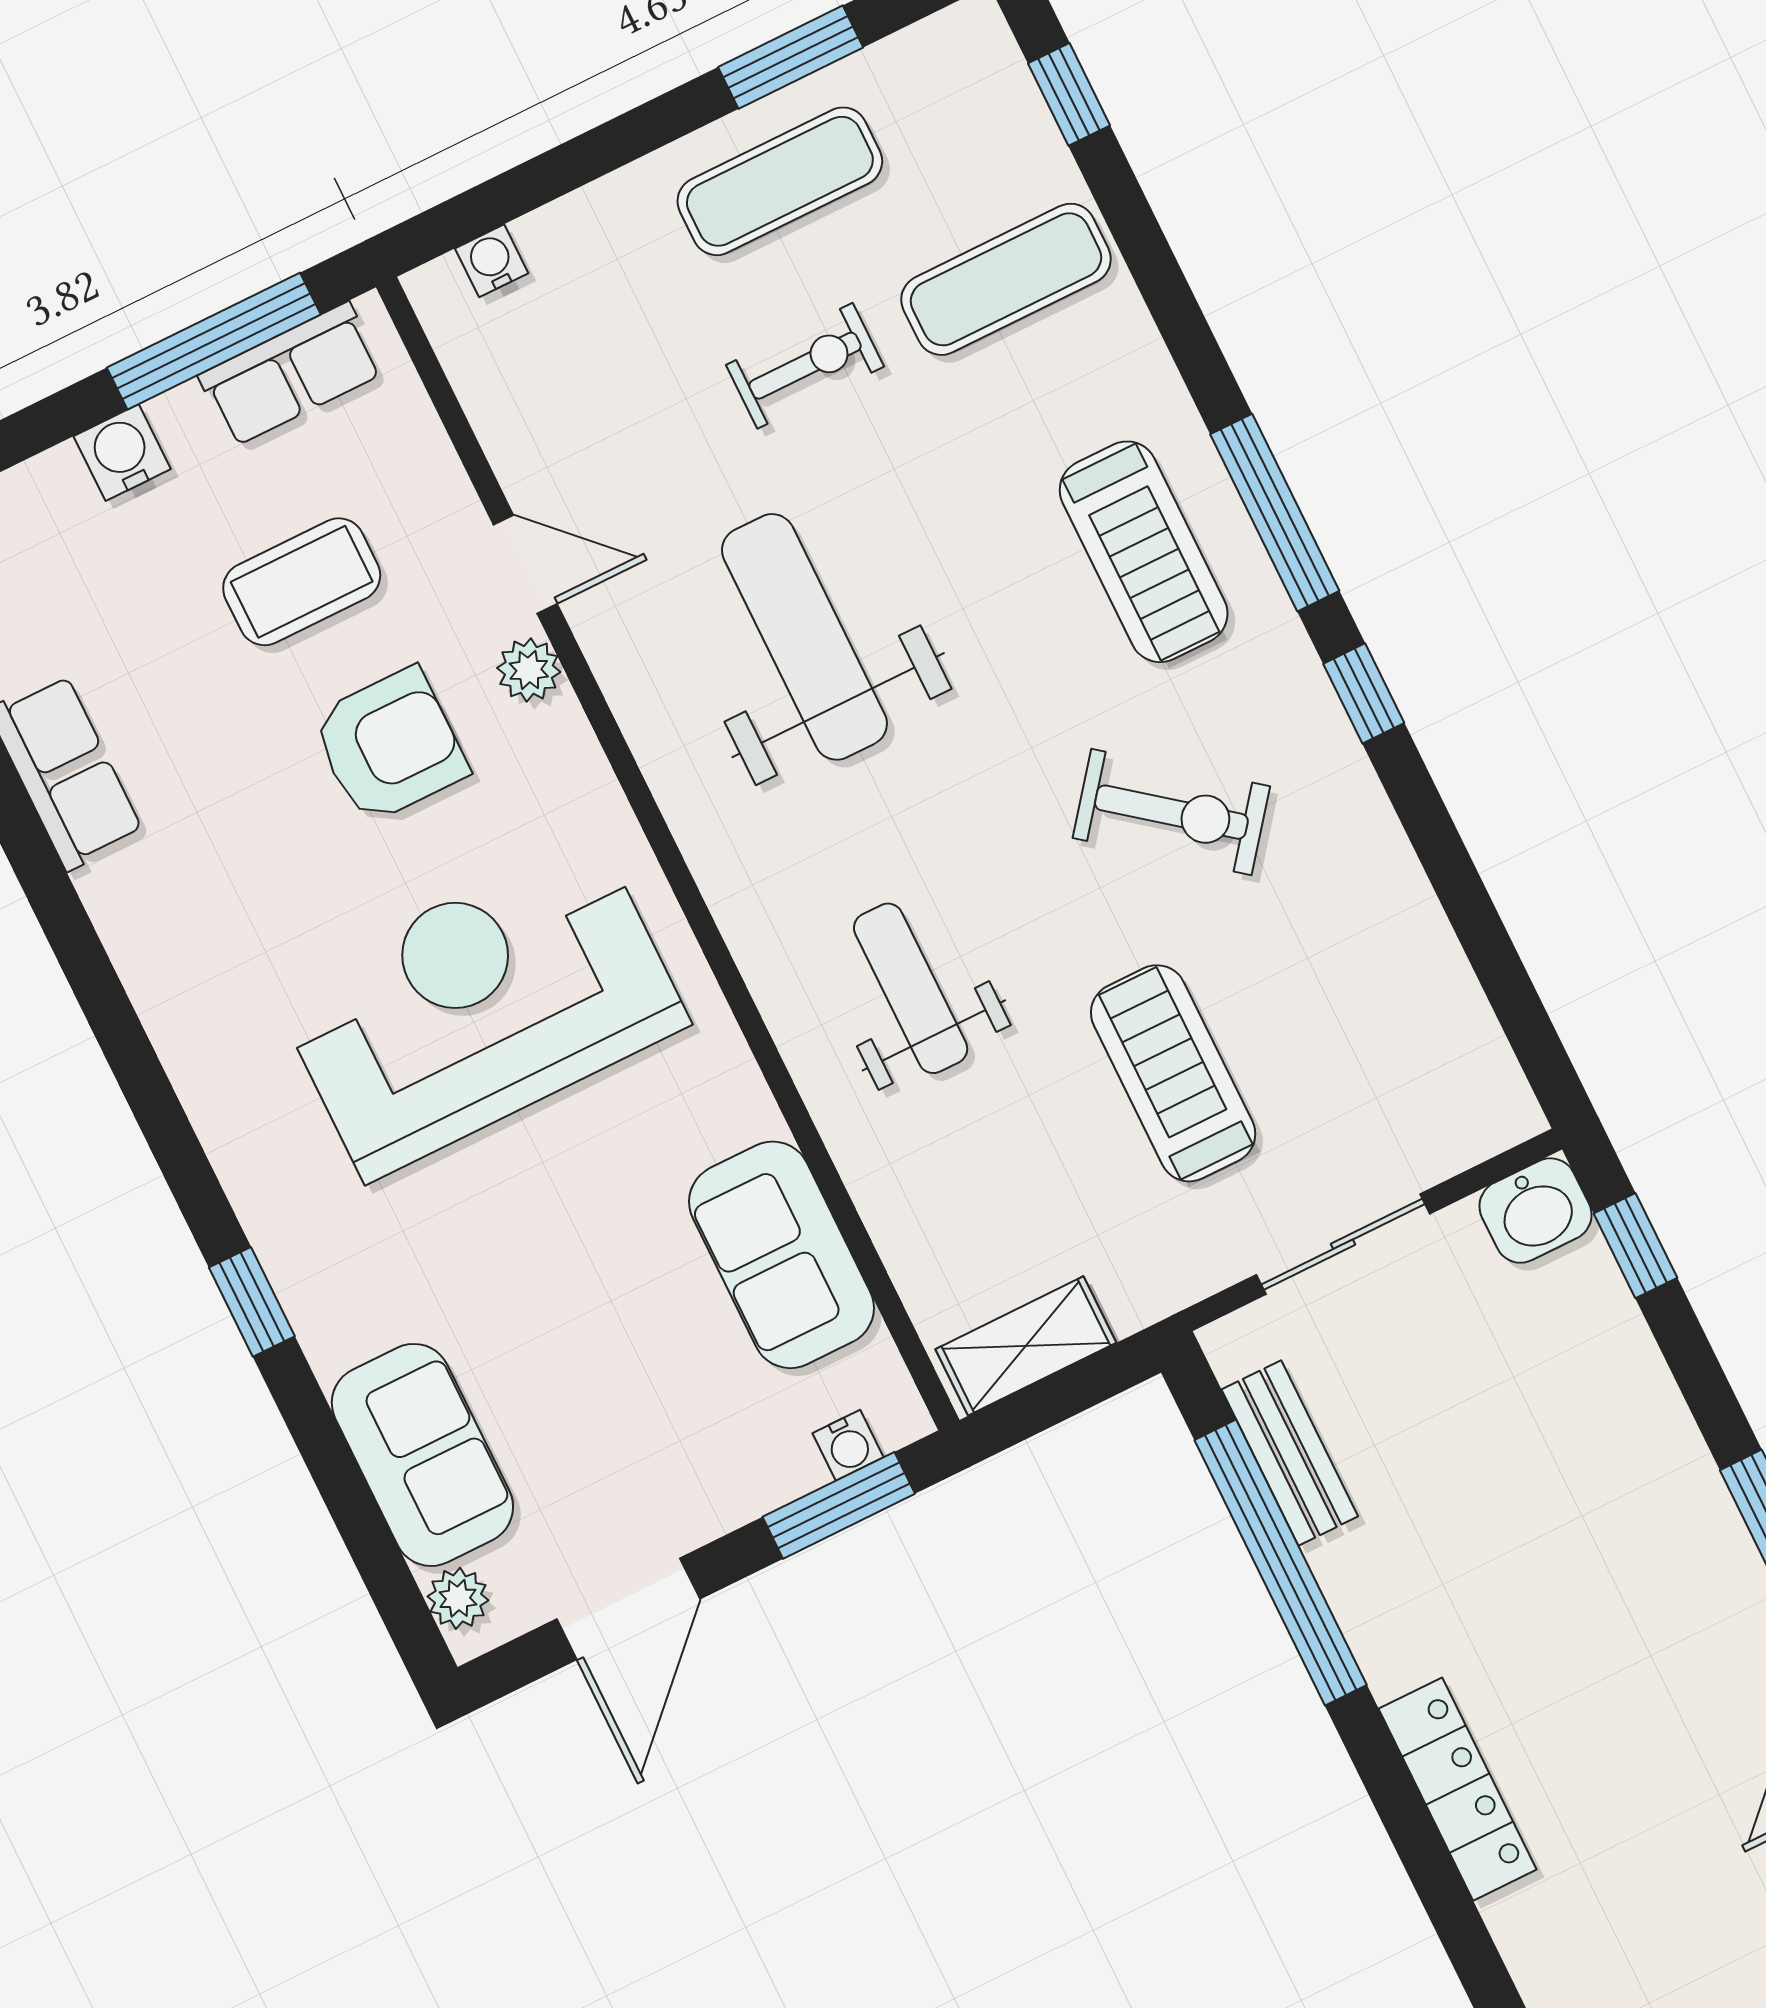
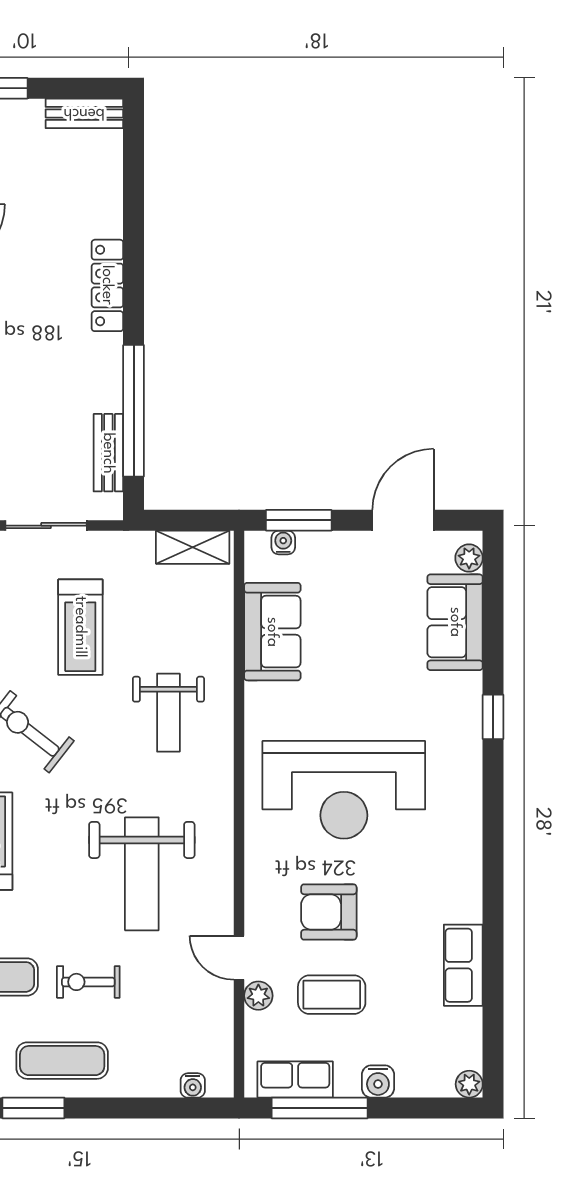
plant: (529, 670) -> (258, 996), moved

